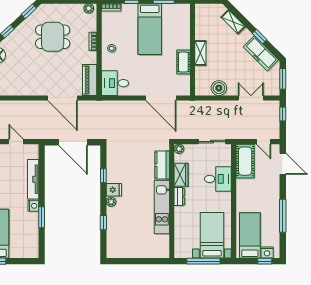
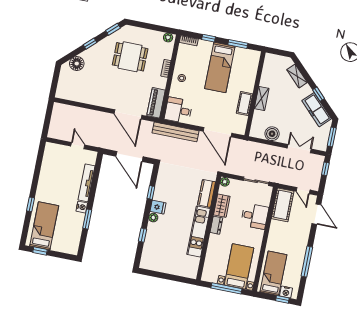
bench: (116, 107) -> (175, 132), added

